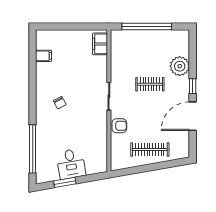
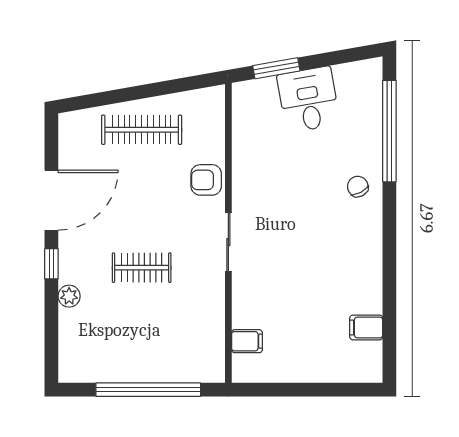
filing cabinet: (100, 44) -> (247, 341), width x0.50
plant: (180, 66) -> (69, 296), width x0.53, depth x0.53
chair: (60, 103) -> (358, 187), moved
window: (65, 182) -> (276, 68), moved

